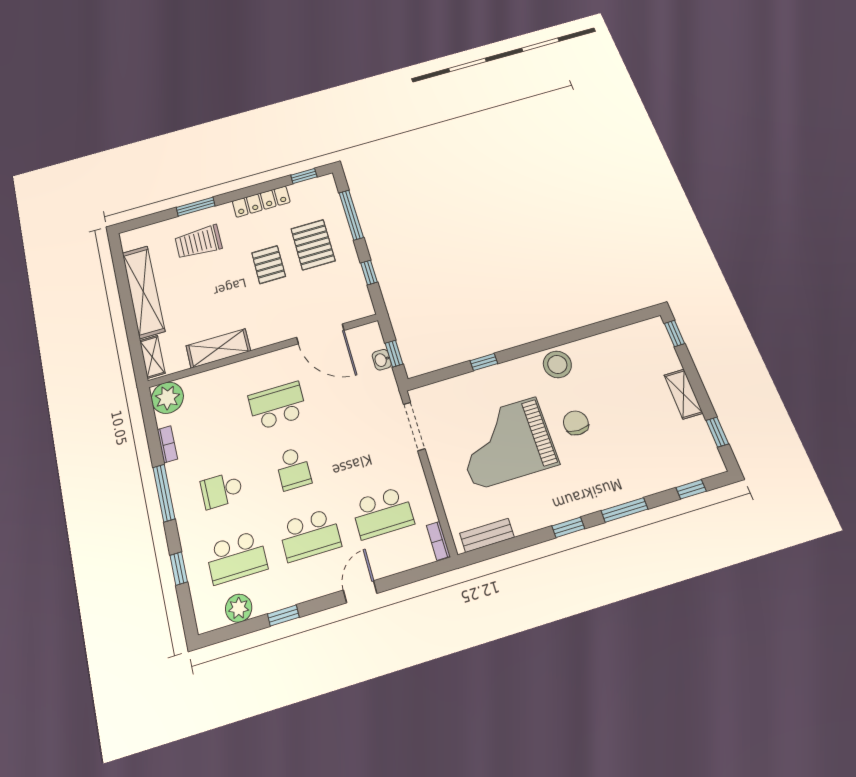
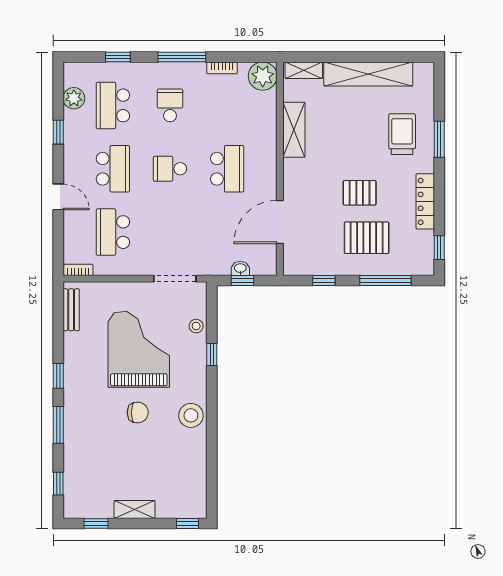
stool: (459, 388) -> (196, 326), added
school desk: (310, 535) -> (113, 169), turned 180

